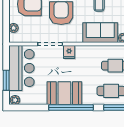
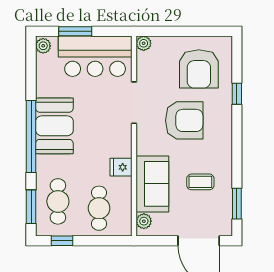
plant: (14, 28) -> (144, 43), moved
fridge: (69, 52) -> (121, 167), moved

